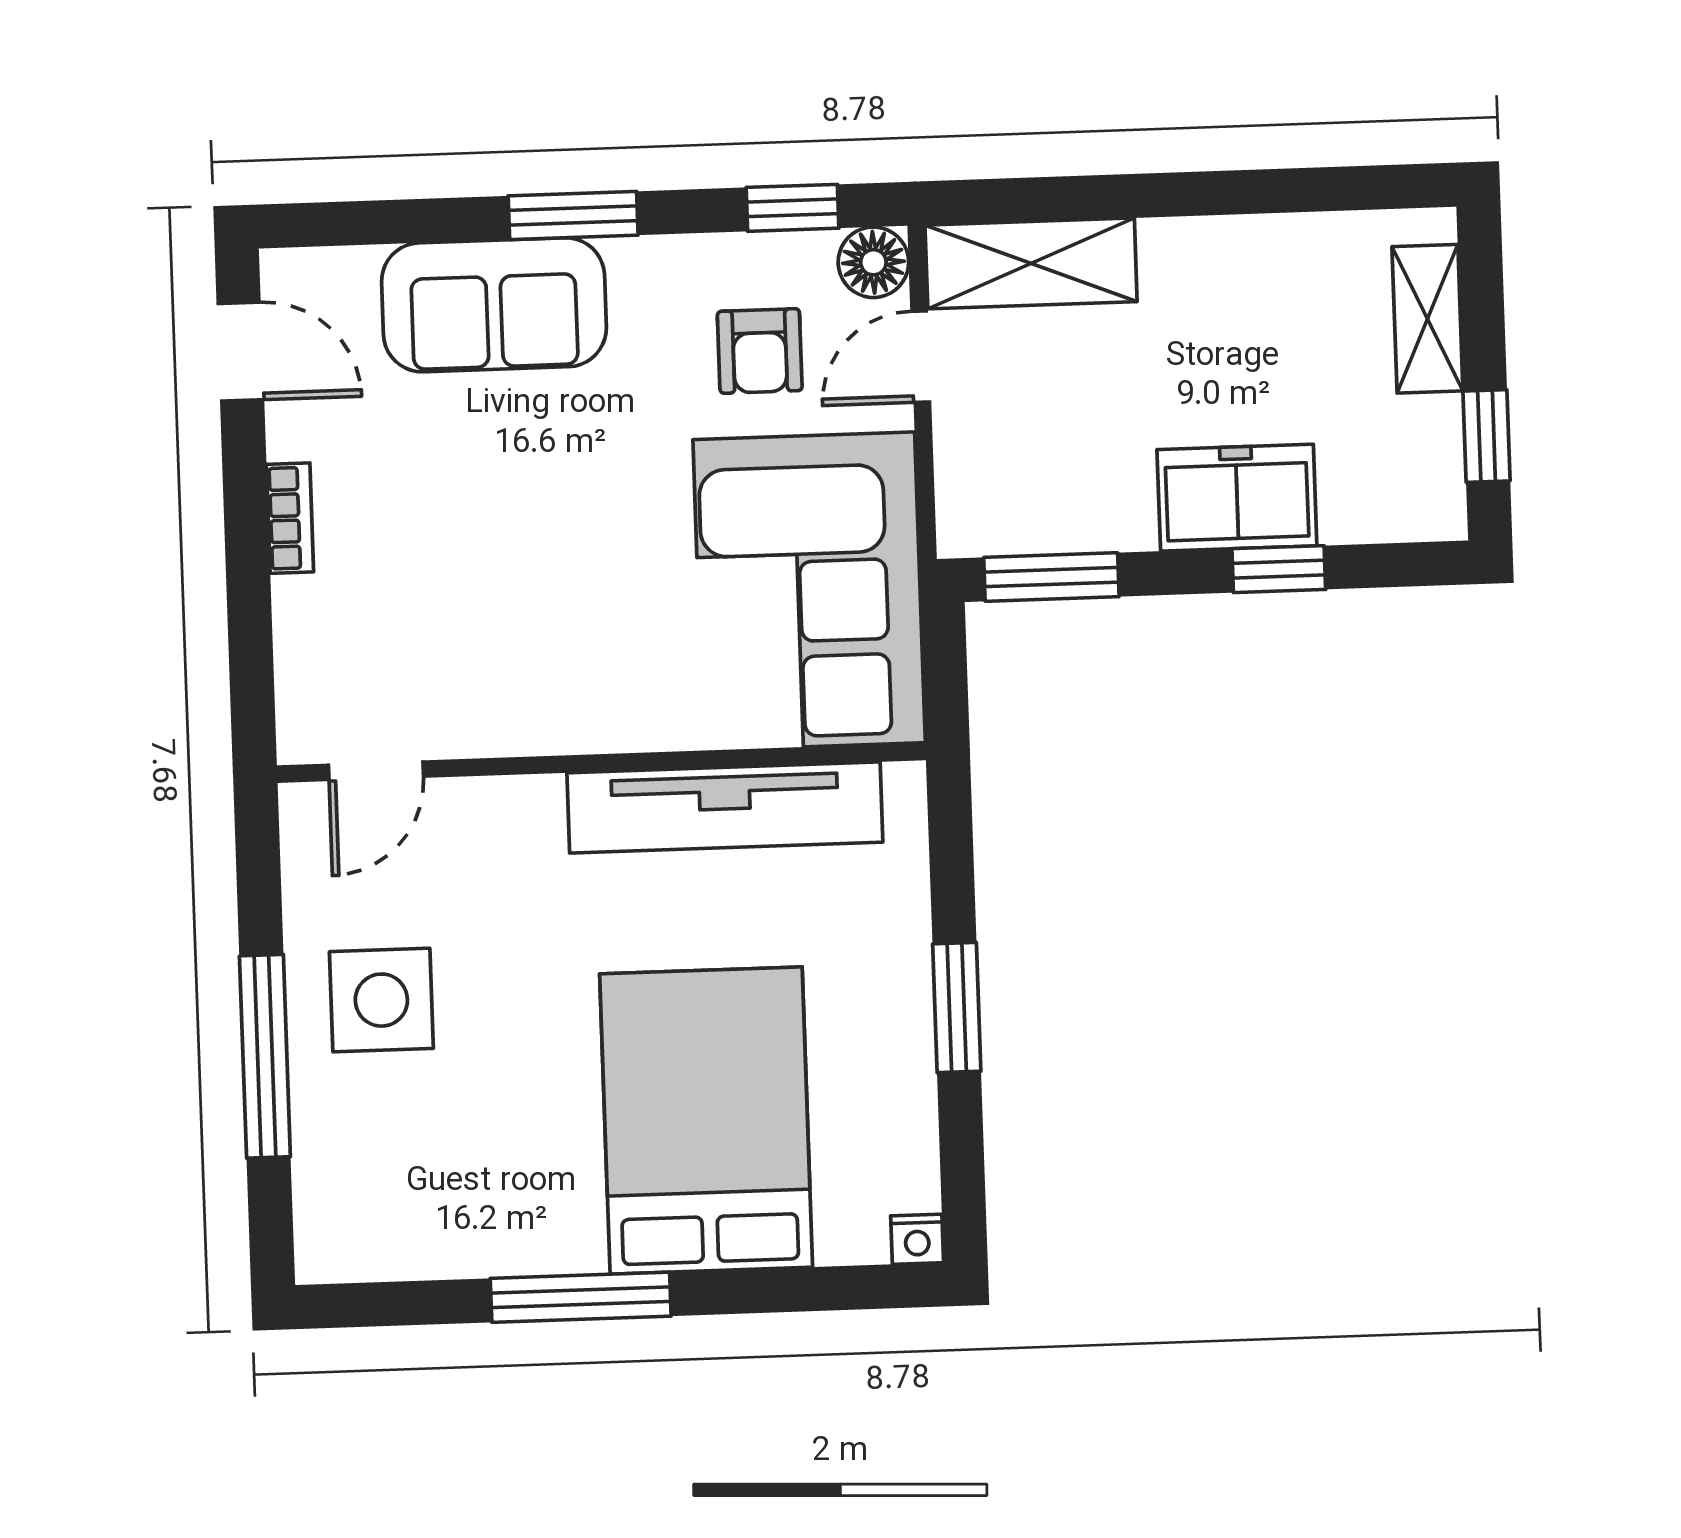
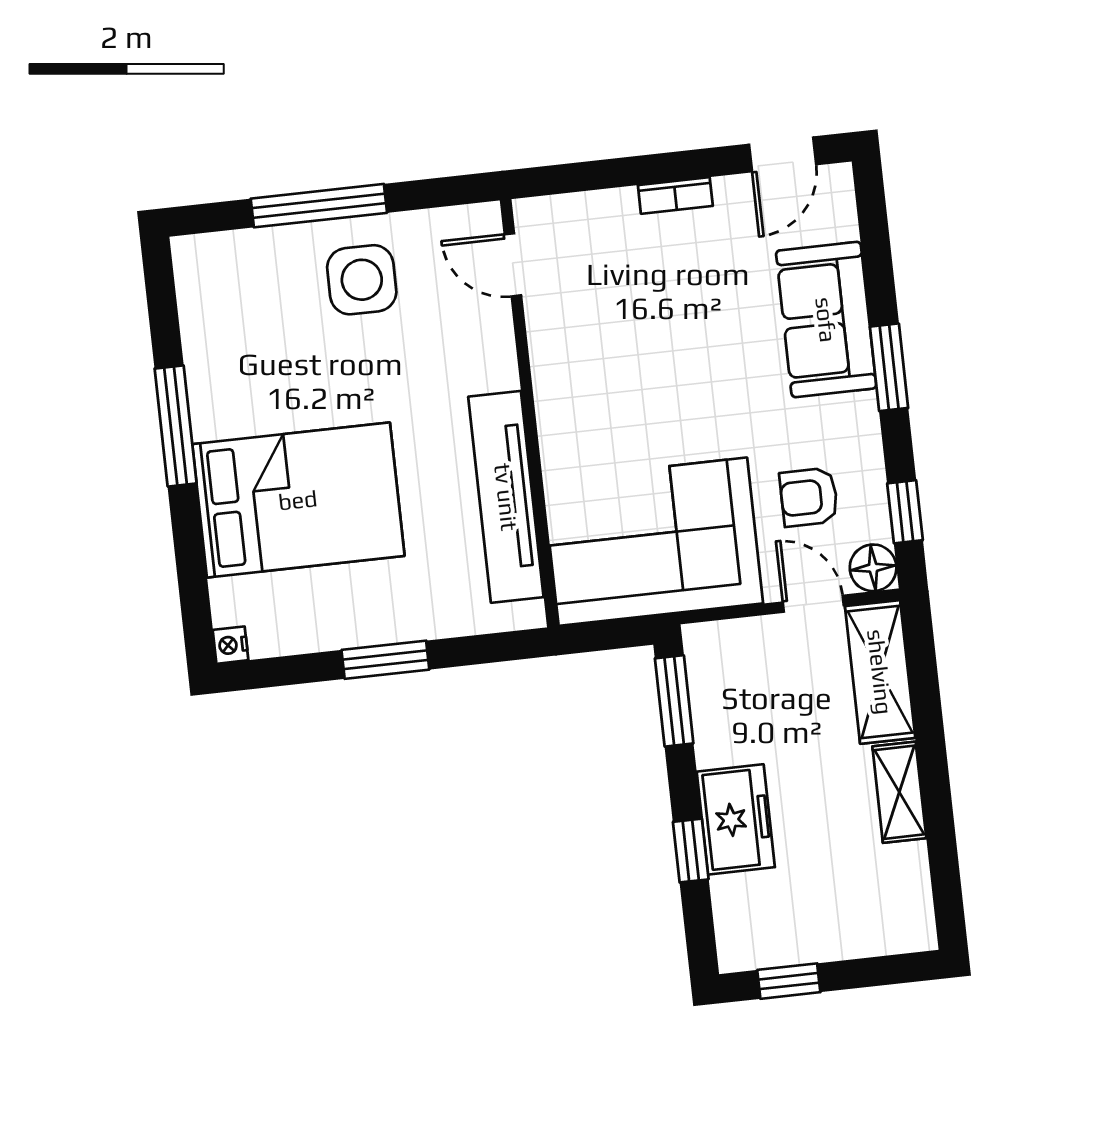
shelving: (1427, 319) -> (899, 792), moved, turned 90

